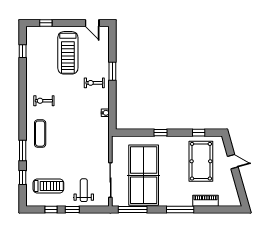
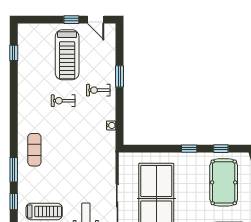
window: (46, 23) -> (71, 20), moved
exercise bike: (44, 101) -> (63, 101), moved
window: (161, 133) -> (189, 149), moved

